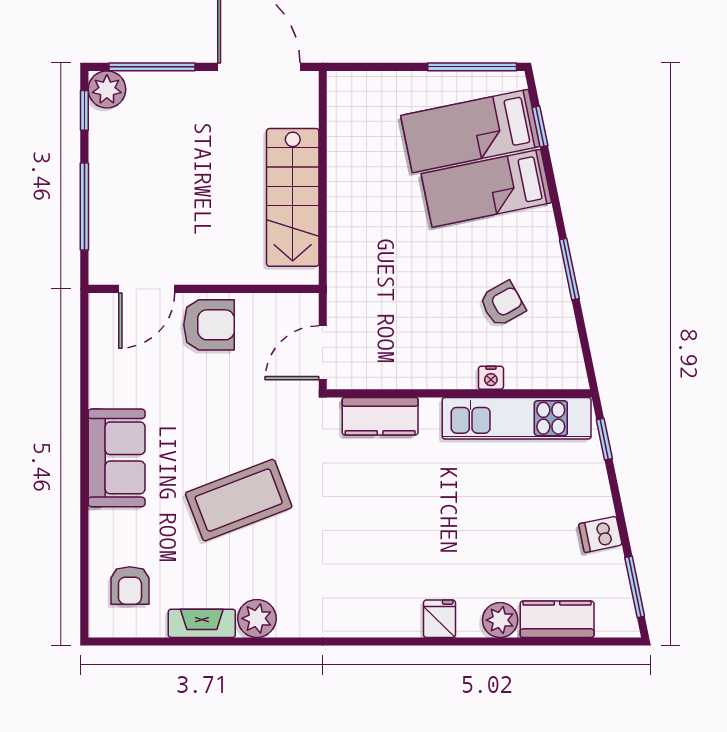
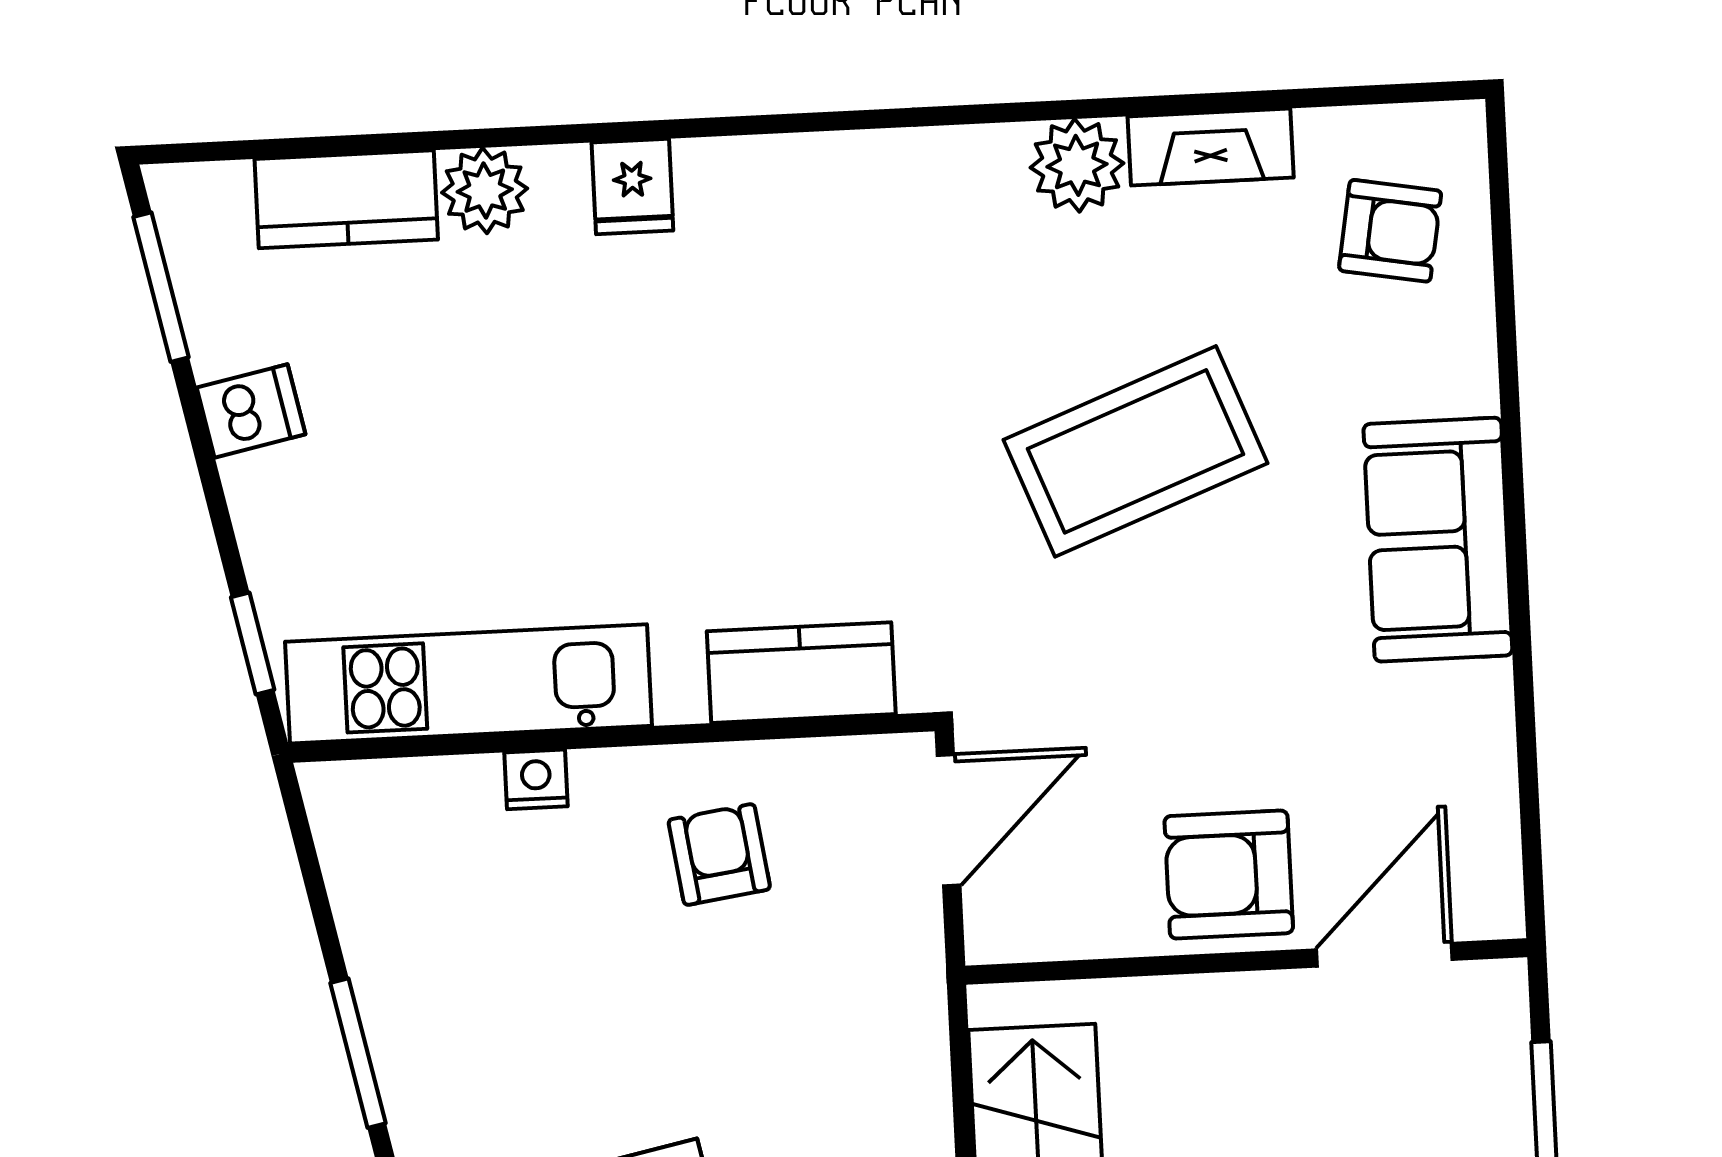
armchair: (502, 304) -> (719, 854), moved, turned 111
armchair: (130, 585) -> (1390, 231), turned 100

